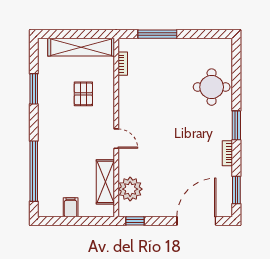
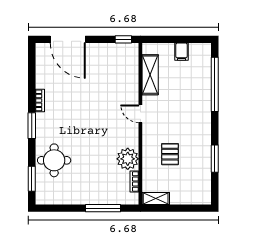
shelving: (81, 47) -> (156, 198), width x0.45, depth x0.75
plant: (130, 189) -> (128, 159), moved
window: (236, 190) -> (32, 179), moved
door: (196, 221) -> (68, 39), hinge flipped

